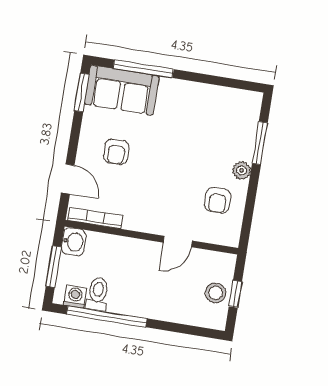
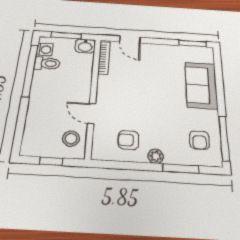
window: (143, 69) -> (224, 138), moved
sofa: (122, 90) -> (201, 85), moved
armchair: (116, 152) -> (199, 140), moved, turned -90
door: (68, 179) -> (130, 40), hinge flipped
stool: (215, 293) -> (71, 139), moved

